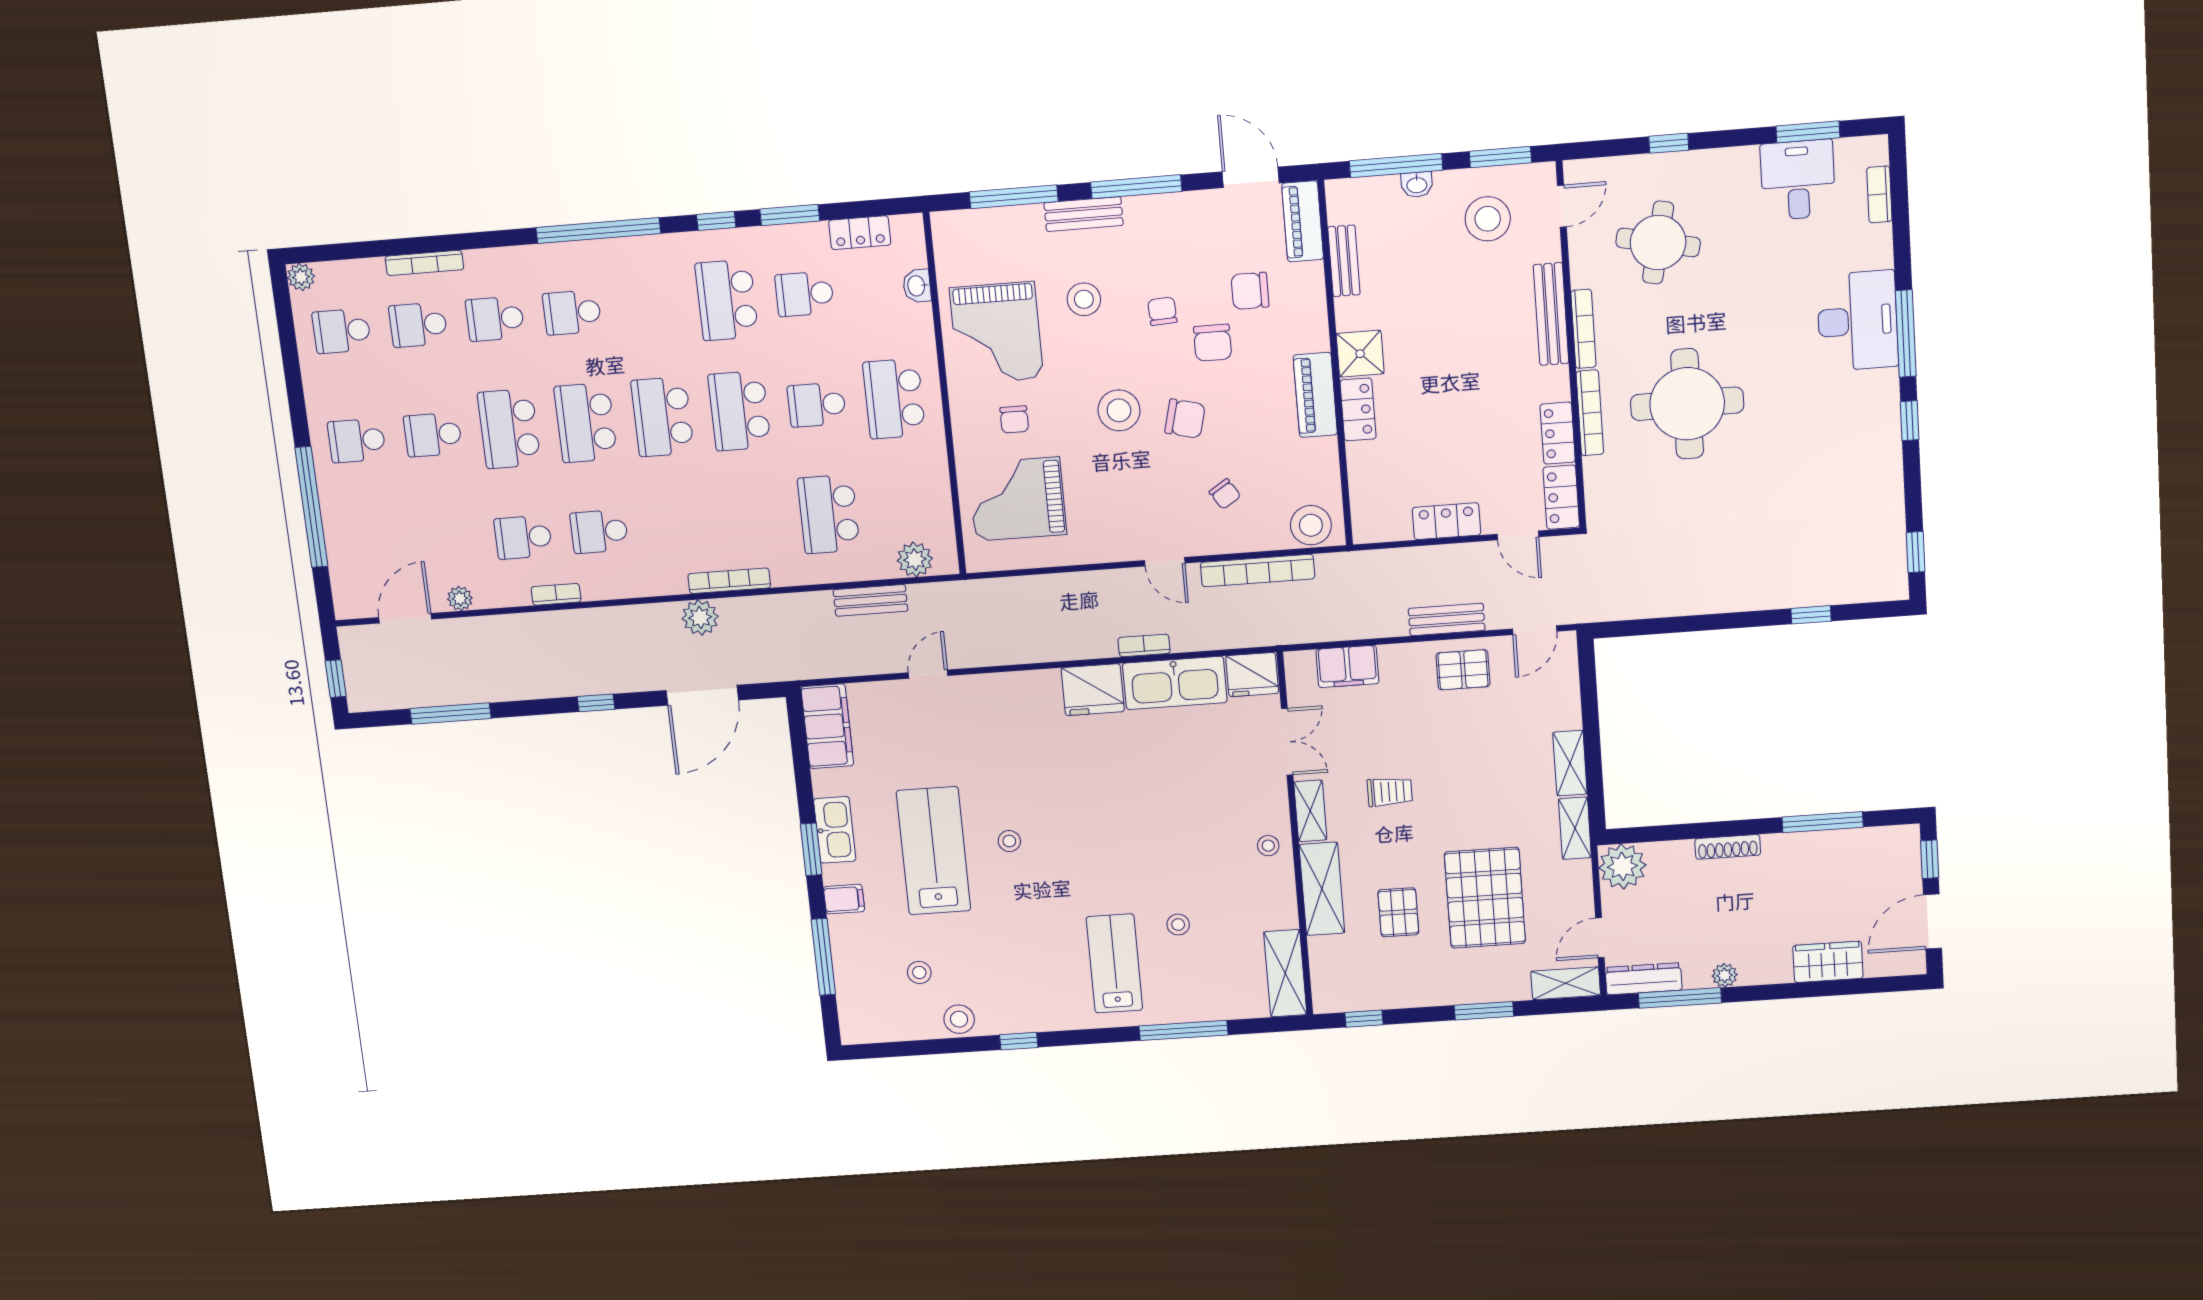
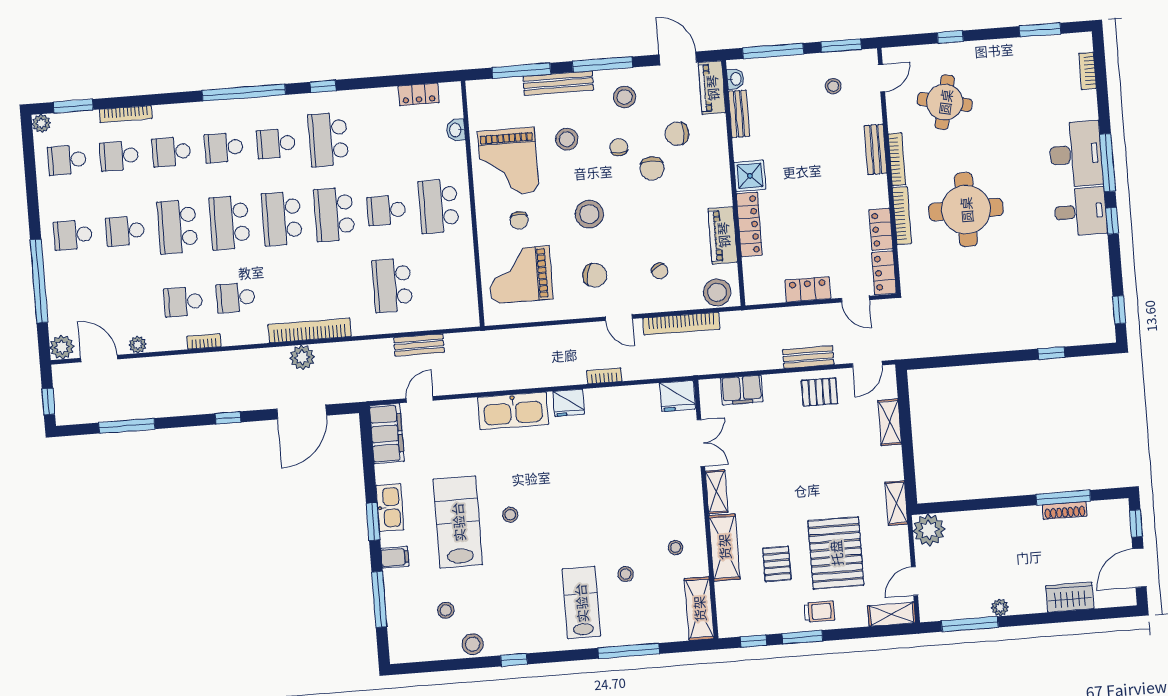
desk: (1798, 180) -> (1081, 212), moved, turned 90
washbasin: (1417, 185) -> (735, 79), moved, turned -90
bench: (1084, 214) -> (558, 83), width x1.36
window: (790, 215) -> (73, 106), moved
stool: (1488, 219) -> (833, 86), width x0.53, depth x0.53
stool: (1170, 236) -> (625, 97), added
school desk: (804, 294) -> (276, 144), moved
bench: (1551, 314) -> (875, 149), width x0.73
piano: (1315, 395) -> (723, 235), moved
locker: (1358, 409) -> (749, 224), width x1.53
chair: (1185, 419) -> (595, 275), moved
plant: (915, 559) -> (62, 347), moved
bookcase: (729, 581) -> (310, 330), width x1.48, depth x1.31
door: (405, 618) -> (99, 359), hinge flipped
door: (928, 674) -> (420, 399), moved
kitchen sink: (1175, 683) -> (513, 411), moved
fridge: (1093, 690) -> (569, 403), width x0.73, depth x0.75
shelving: (1570, 763) -> (890, 422), moved
trolley: (1390, 792) -> (819, 612), moved
stool: (1268, 846) -> (676, 548), moved
shoe rack: (1728, 847) -> (1065, 510), moved
dresser: (1644, 979) -> (945, 610), removed
window: (1484, 1011) -> (802, 637), moved

